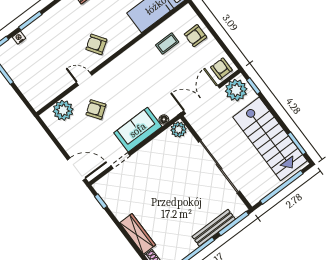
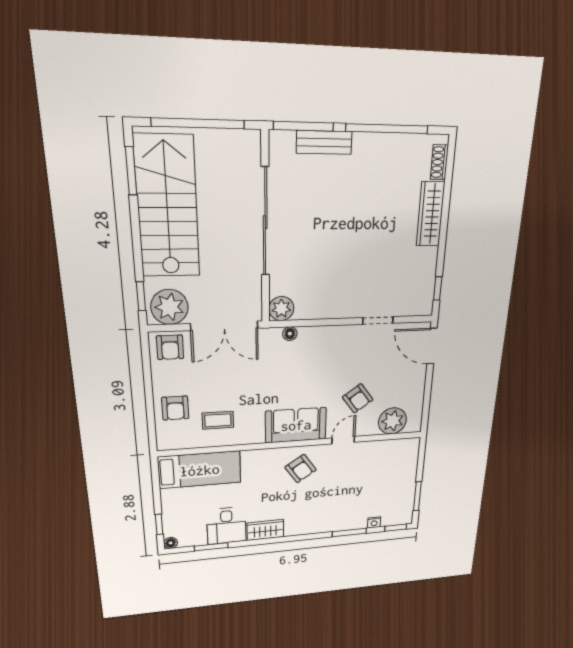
armchair: (196, 36) -> (175, 408), turned 90
door: (84, 79) -> (343, 440), swing flipped
sofa: (138, 130) -> (296, 425), moved, turned 180
bench: (214, 228) -> (324, 142), width x0.73

